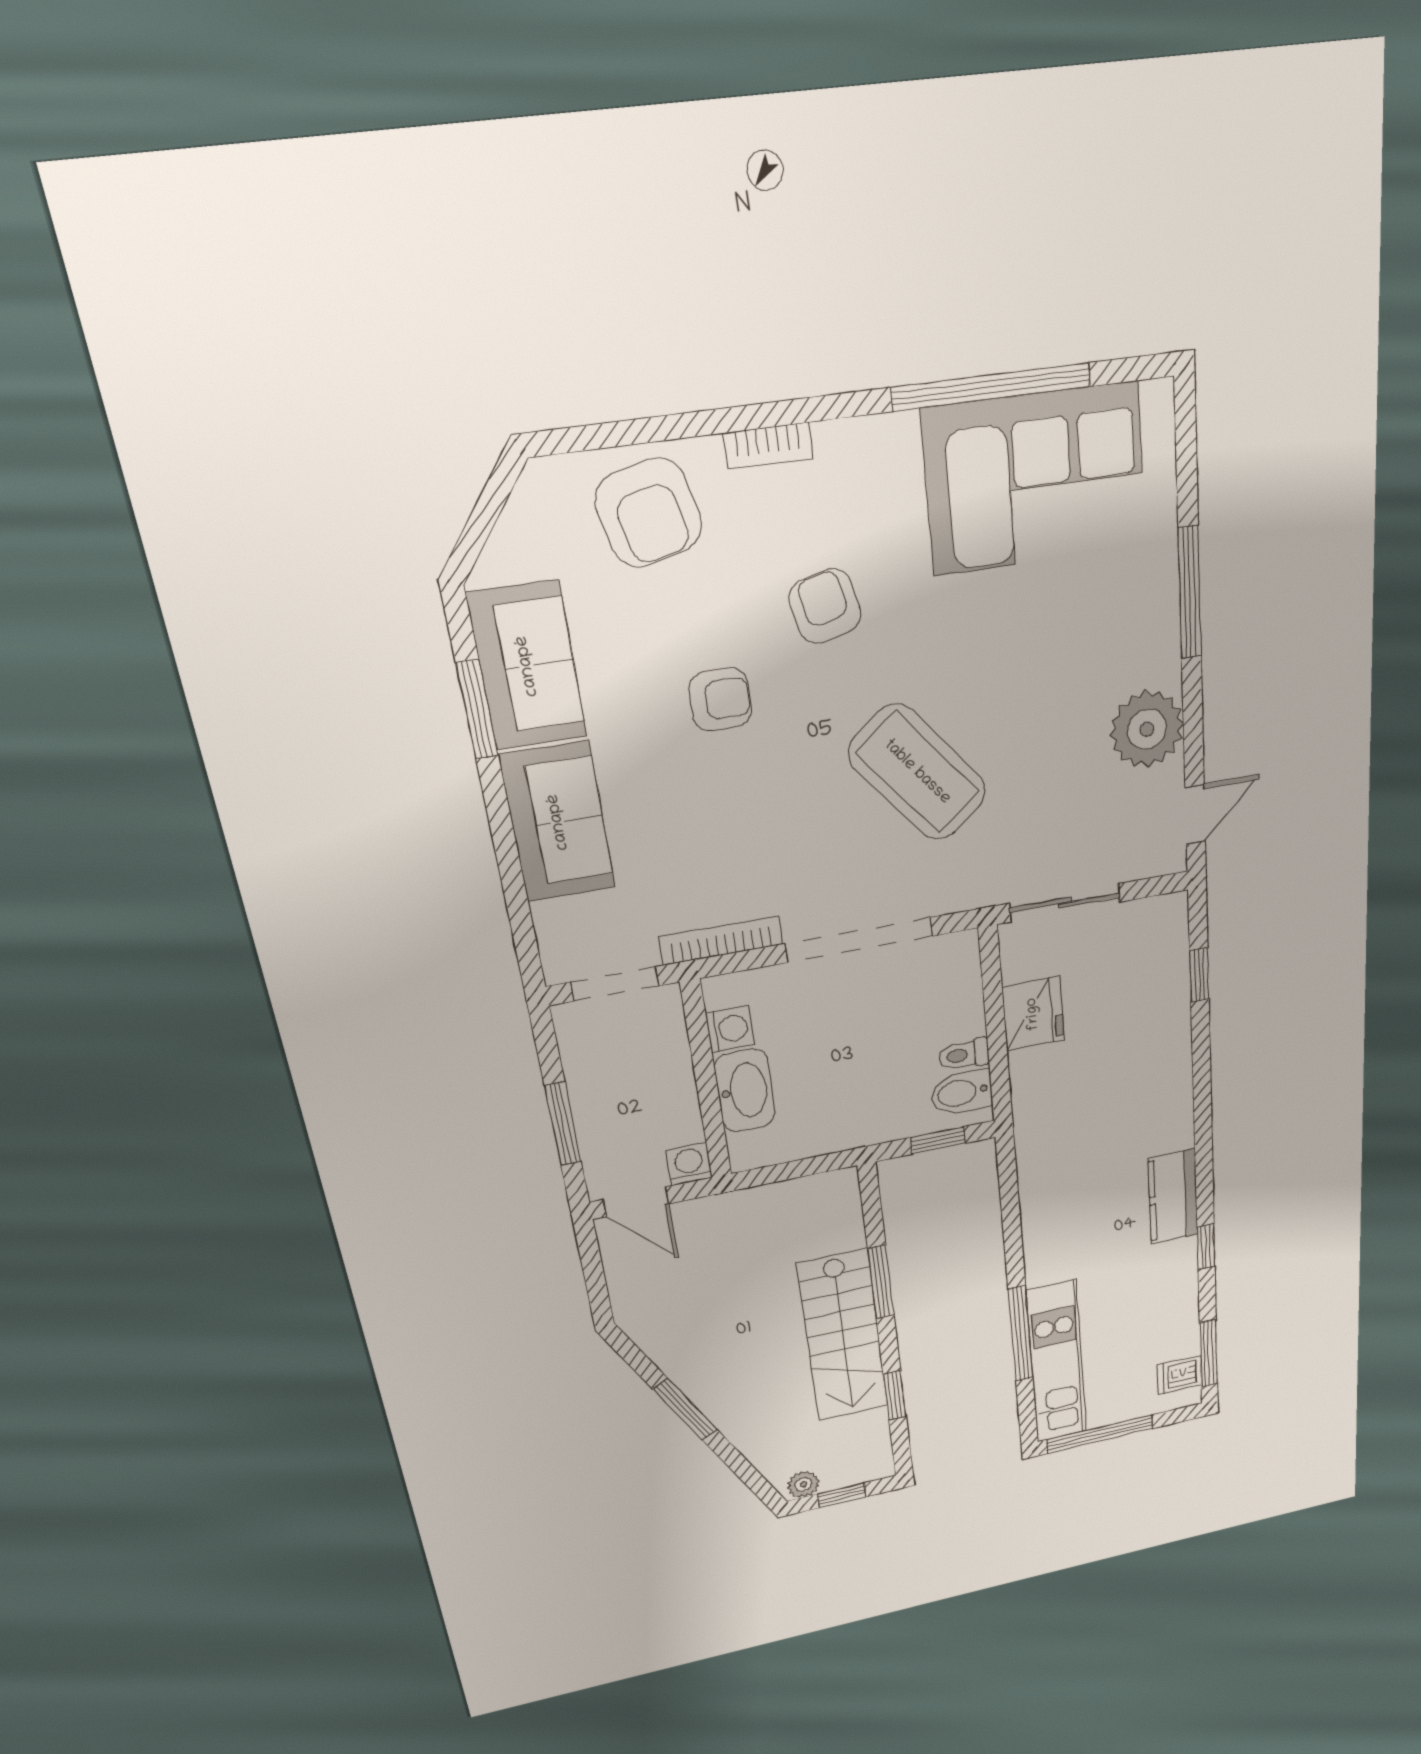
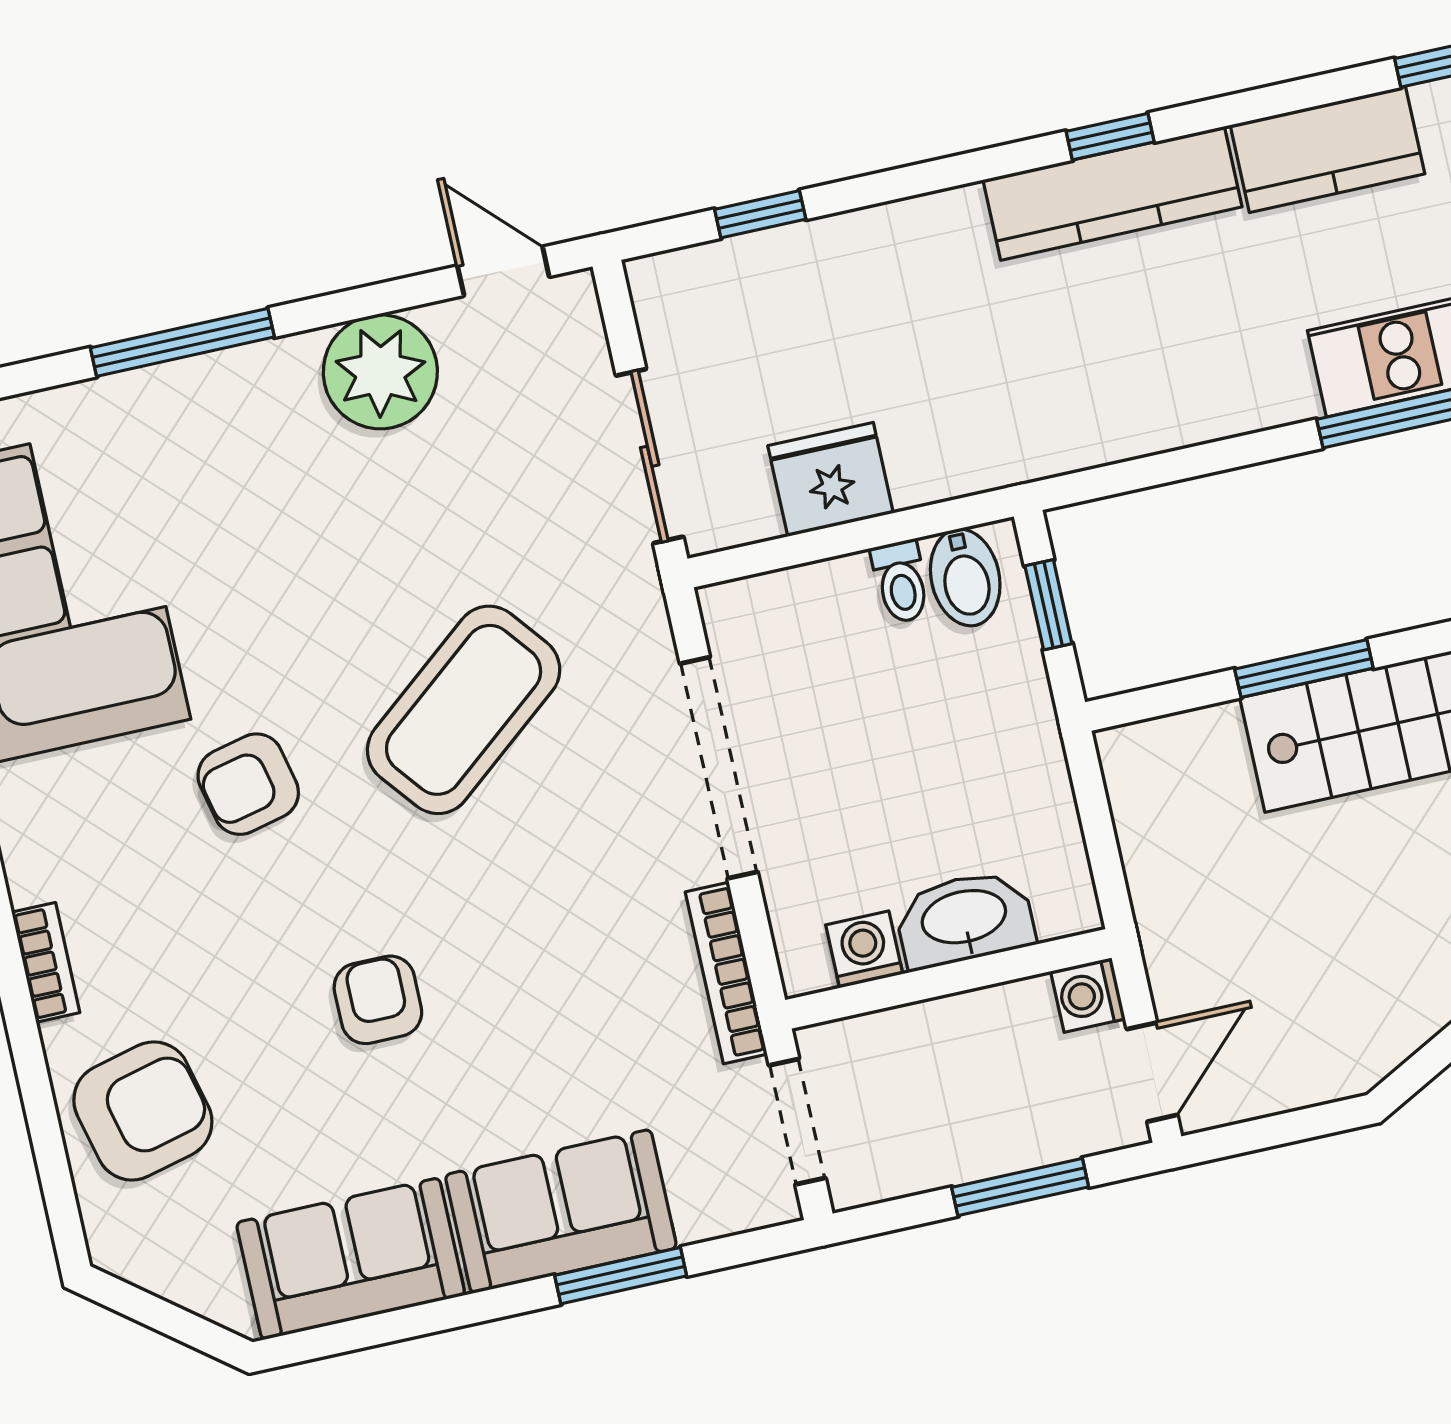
armchair: (825, 606) -> (248, 784), moved
window: (477, 709) -> (621, 1276), moved
kitchen counter: (1173, 1197) -> (1112, 193), width x1.50
window: (1206, 1247) -> (1110, 137), moved
kitchen counter: (1174, 1287) -> (1327, 149), added

